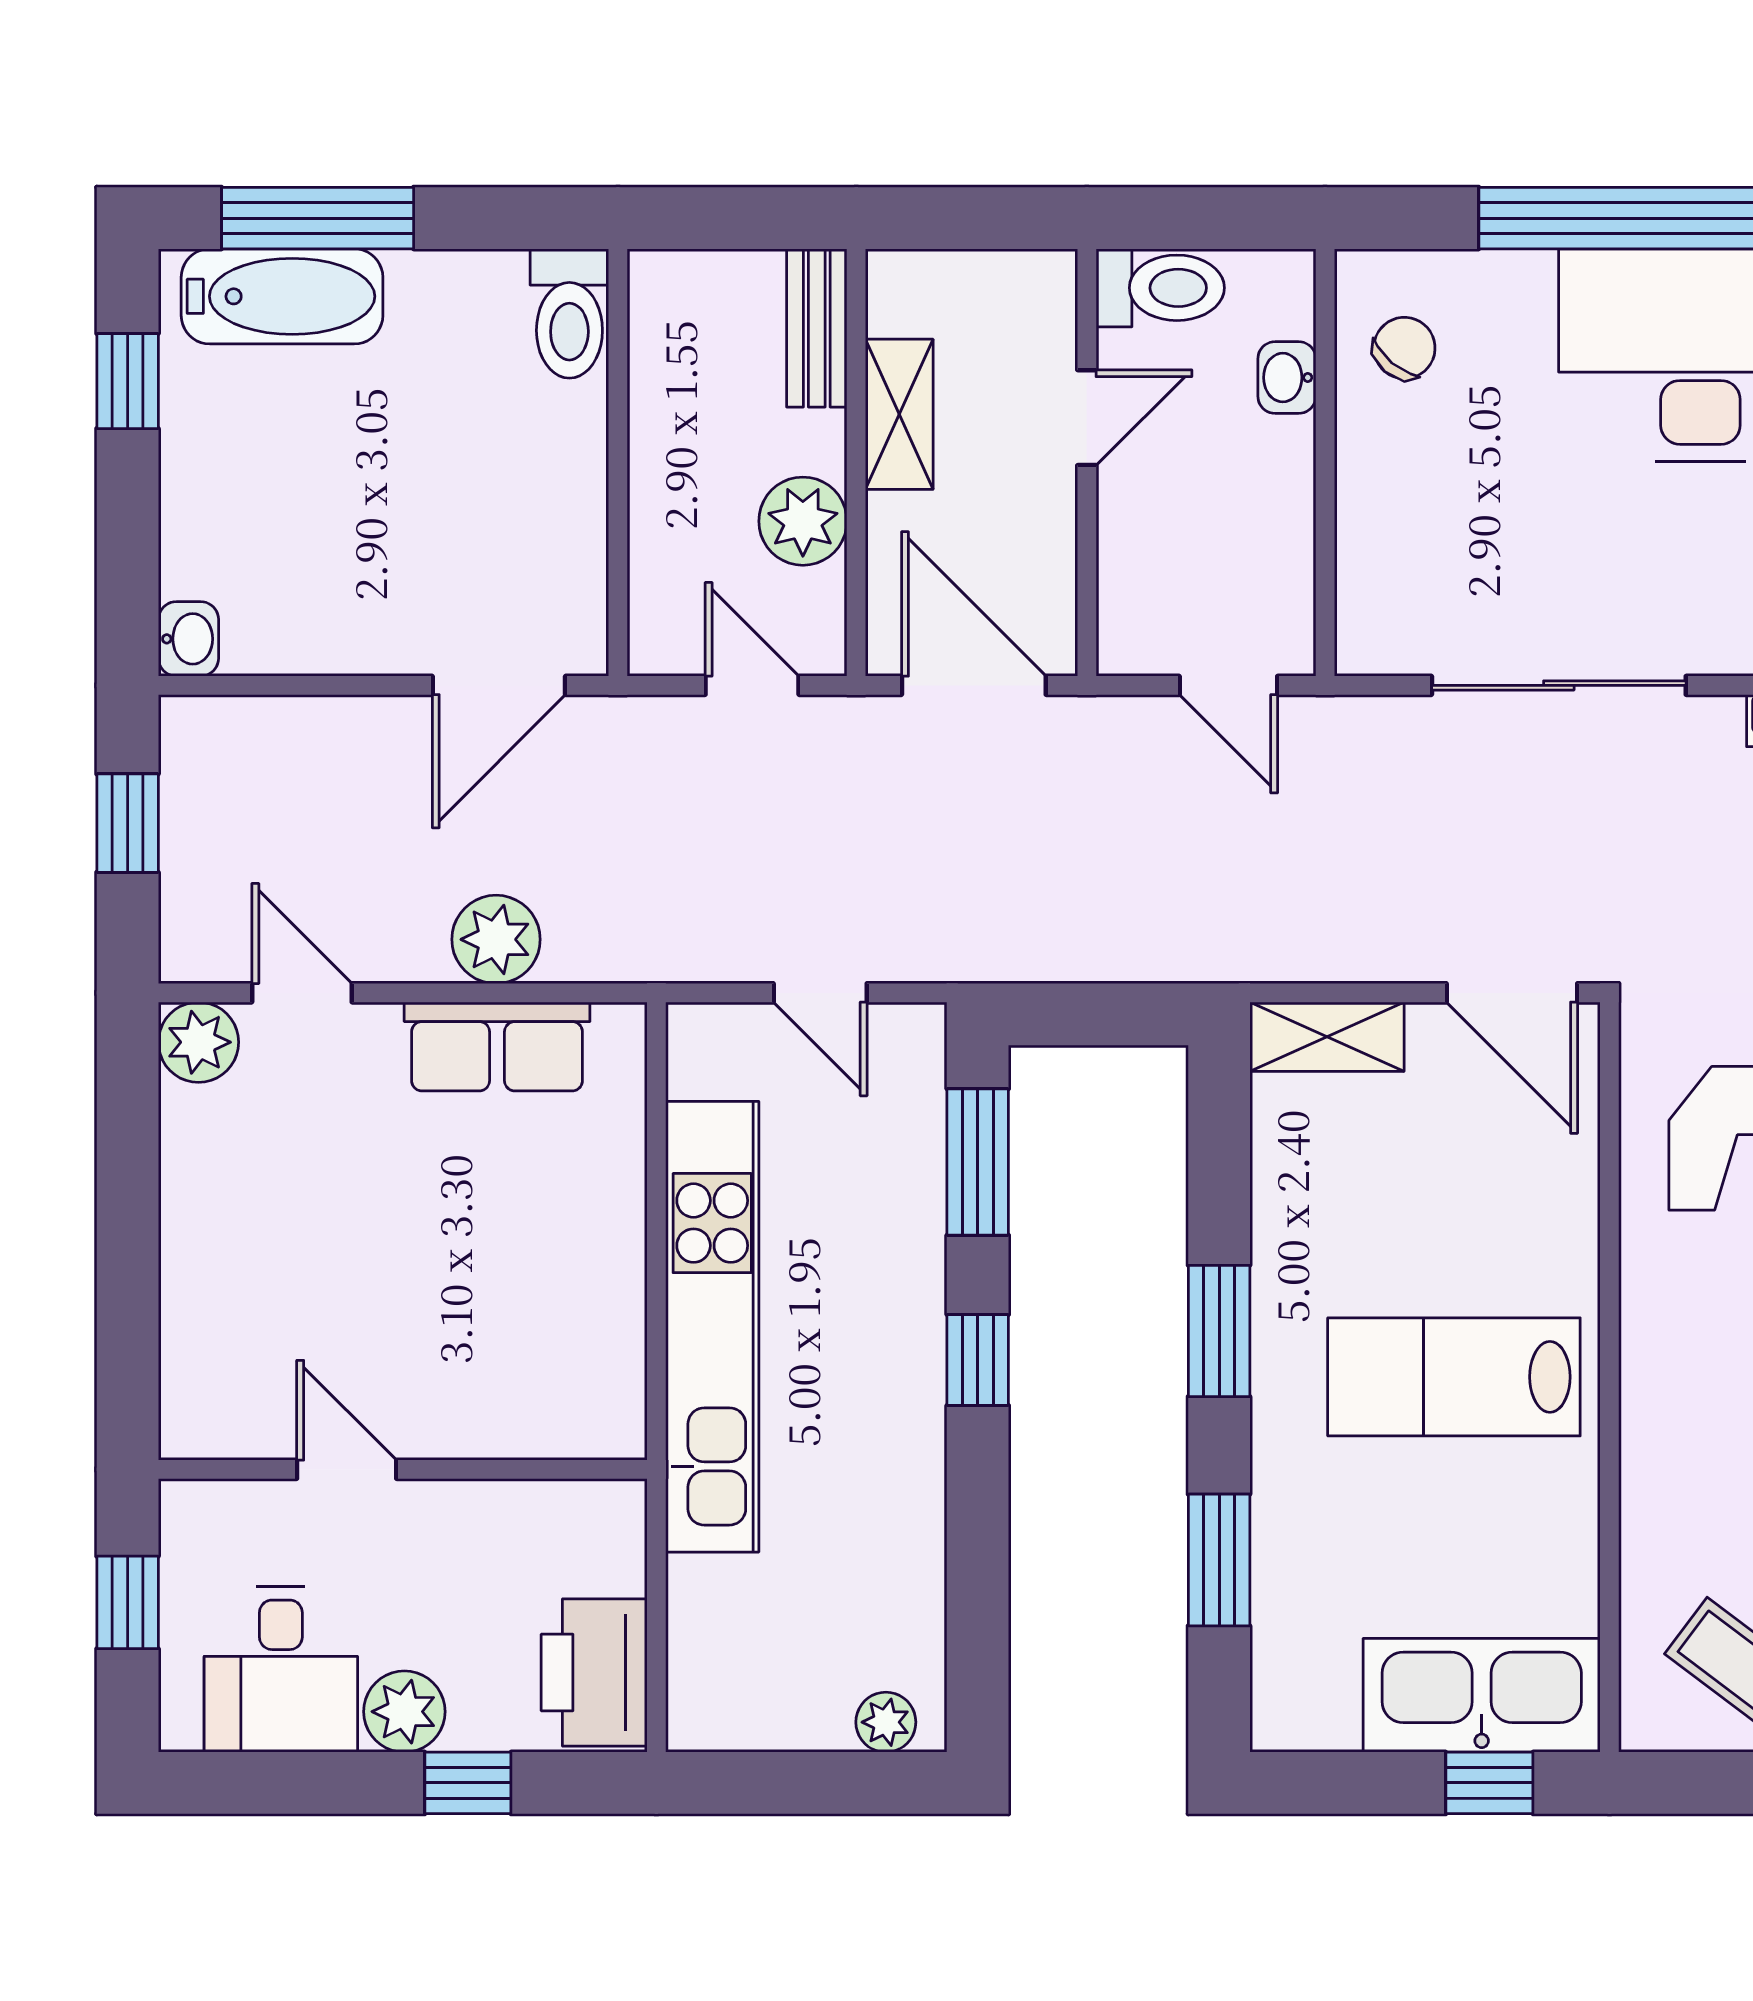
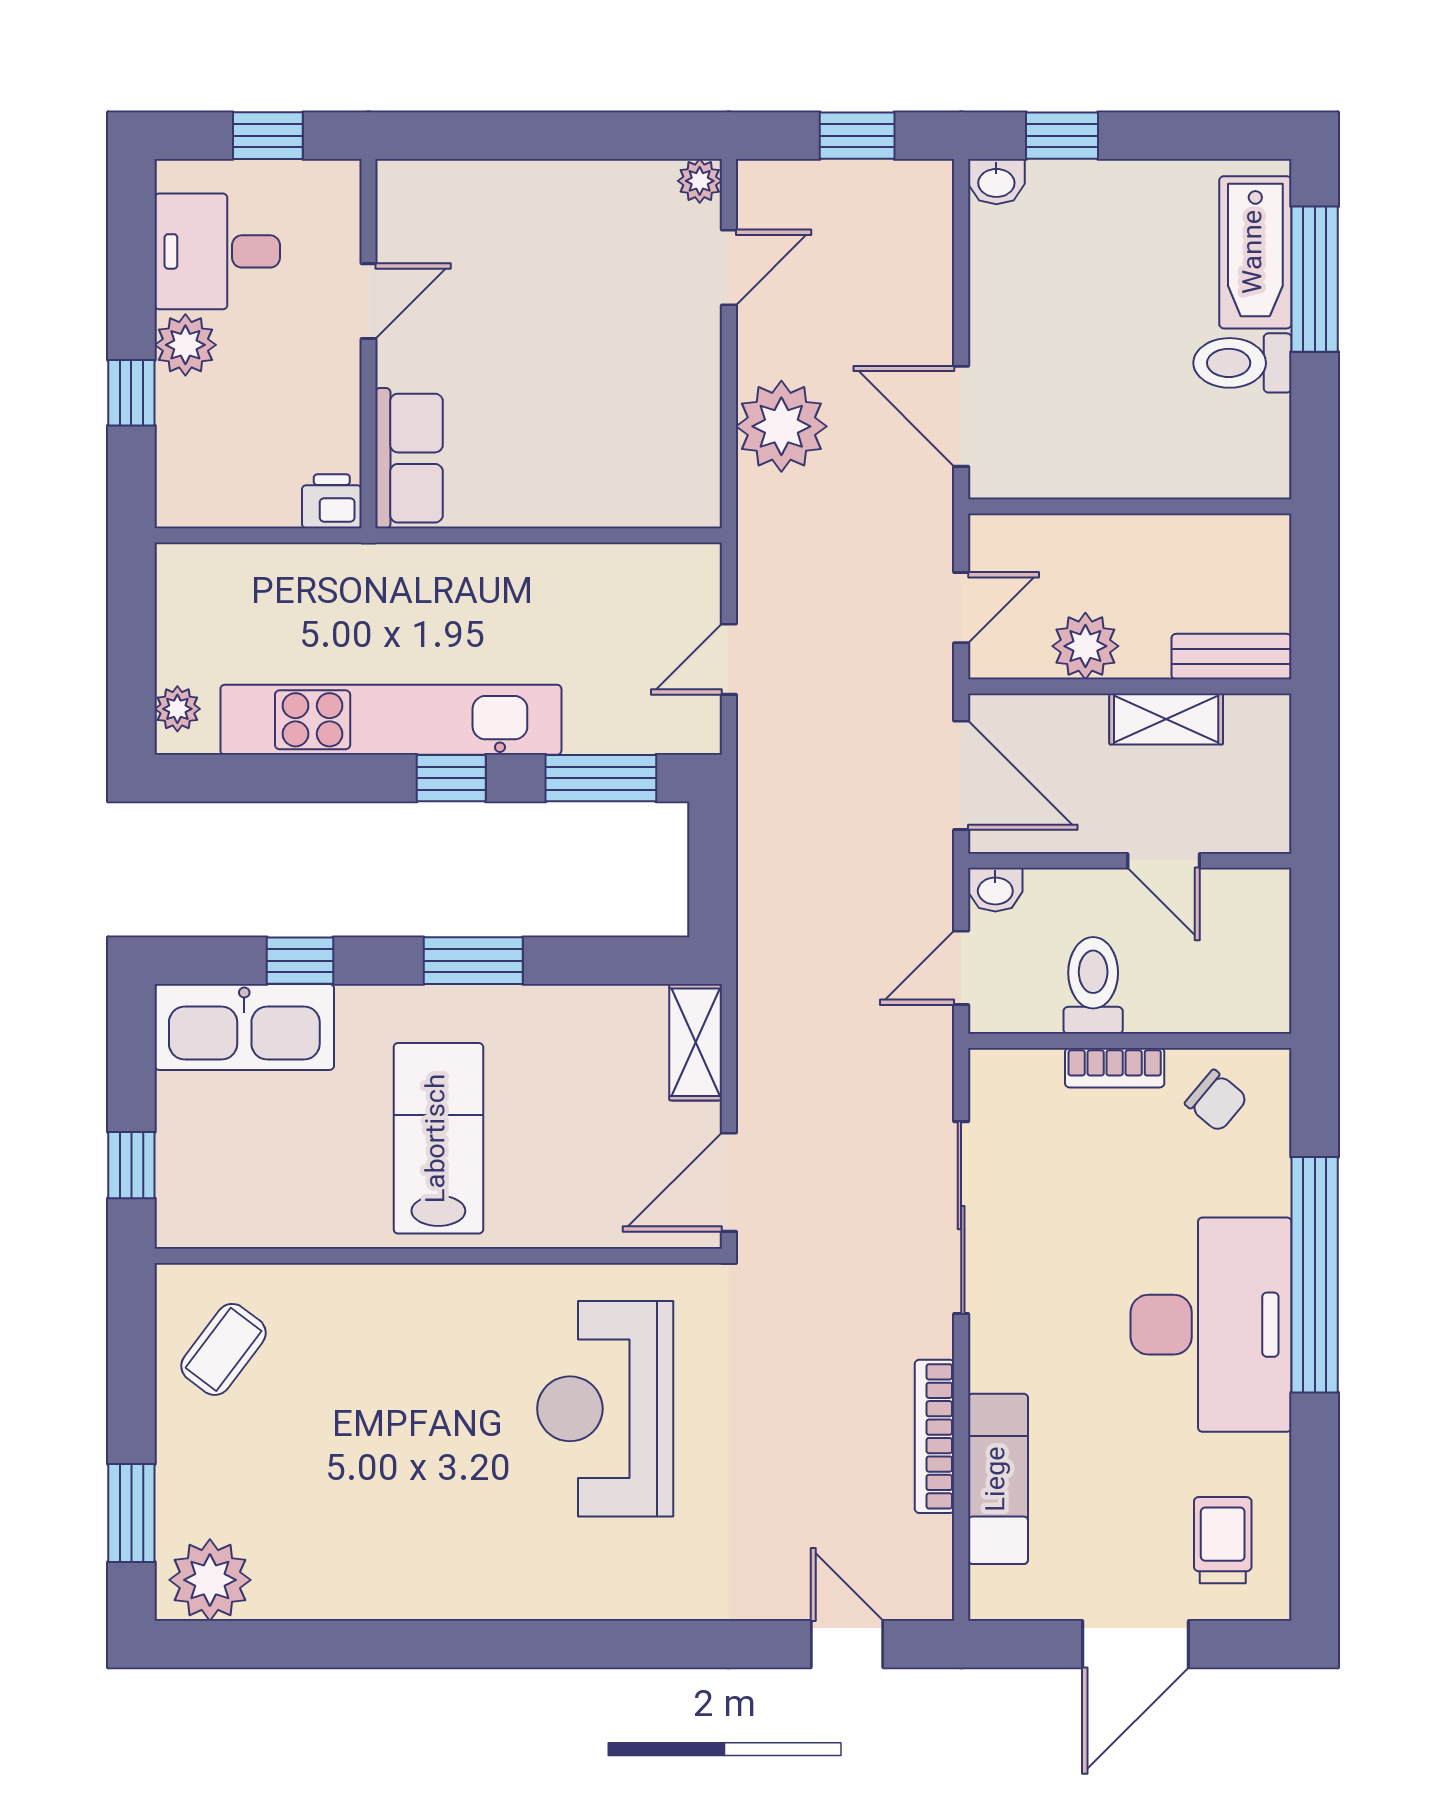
toilet: (1160, 288) -> (1093, 985), moved, turned 180
toilet: (569, 314) -> (1242, 363), moved
washbasin: (1287, 378) -> (995, 890), moved, turned 180
window: (128, 381) -> (1062, 136), moved
bookcase: (1361, 482) -> (1115, 1068), added
door: (974, 685) -> (961, 775), hinge flipped
plant: (496, 939) -> (781, 426), width x1.36, depth x1.36
plant: (198, 1042) -> (700, 181), width x0.73, depth x0.73
row of seats: (497, 1046) -> (409, 458), moved, turned 180
kitchen unit: (712, 1327) -> (391, 720), moved, turned 180
window: (1219, 1560) -> (300, 961), width x0.67
printer: (594, 1673) -> (332, 501), moved, width x0.53, depth x0.68
kitchen sink: (1482, 1695) -> (244, 1027), moved, turned 90

